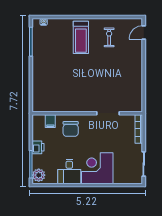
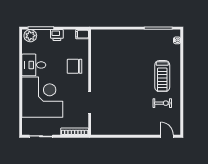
treadmill: (81, 37) -> (162, 76), turned -90
filing cabinet: (50, 121) -> (82, 34), moved
corner desk: (97, 168) -> (42, 97), width x1.36, depth x1.36

